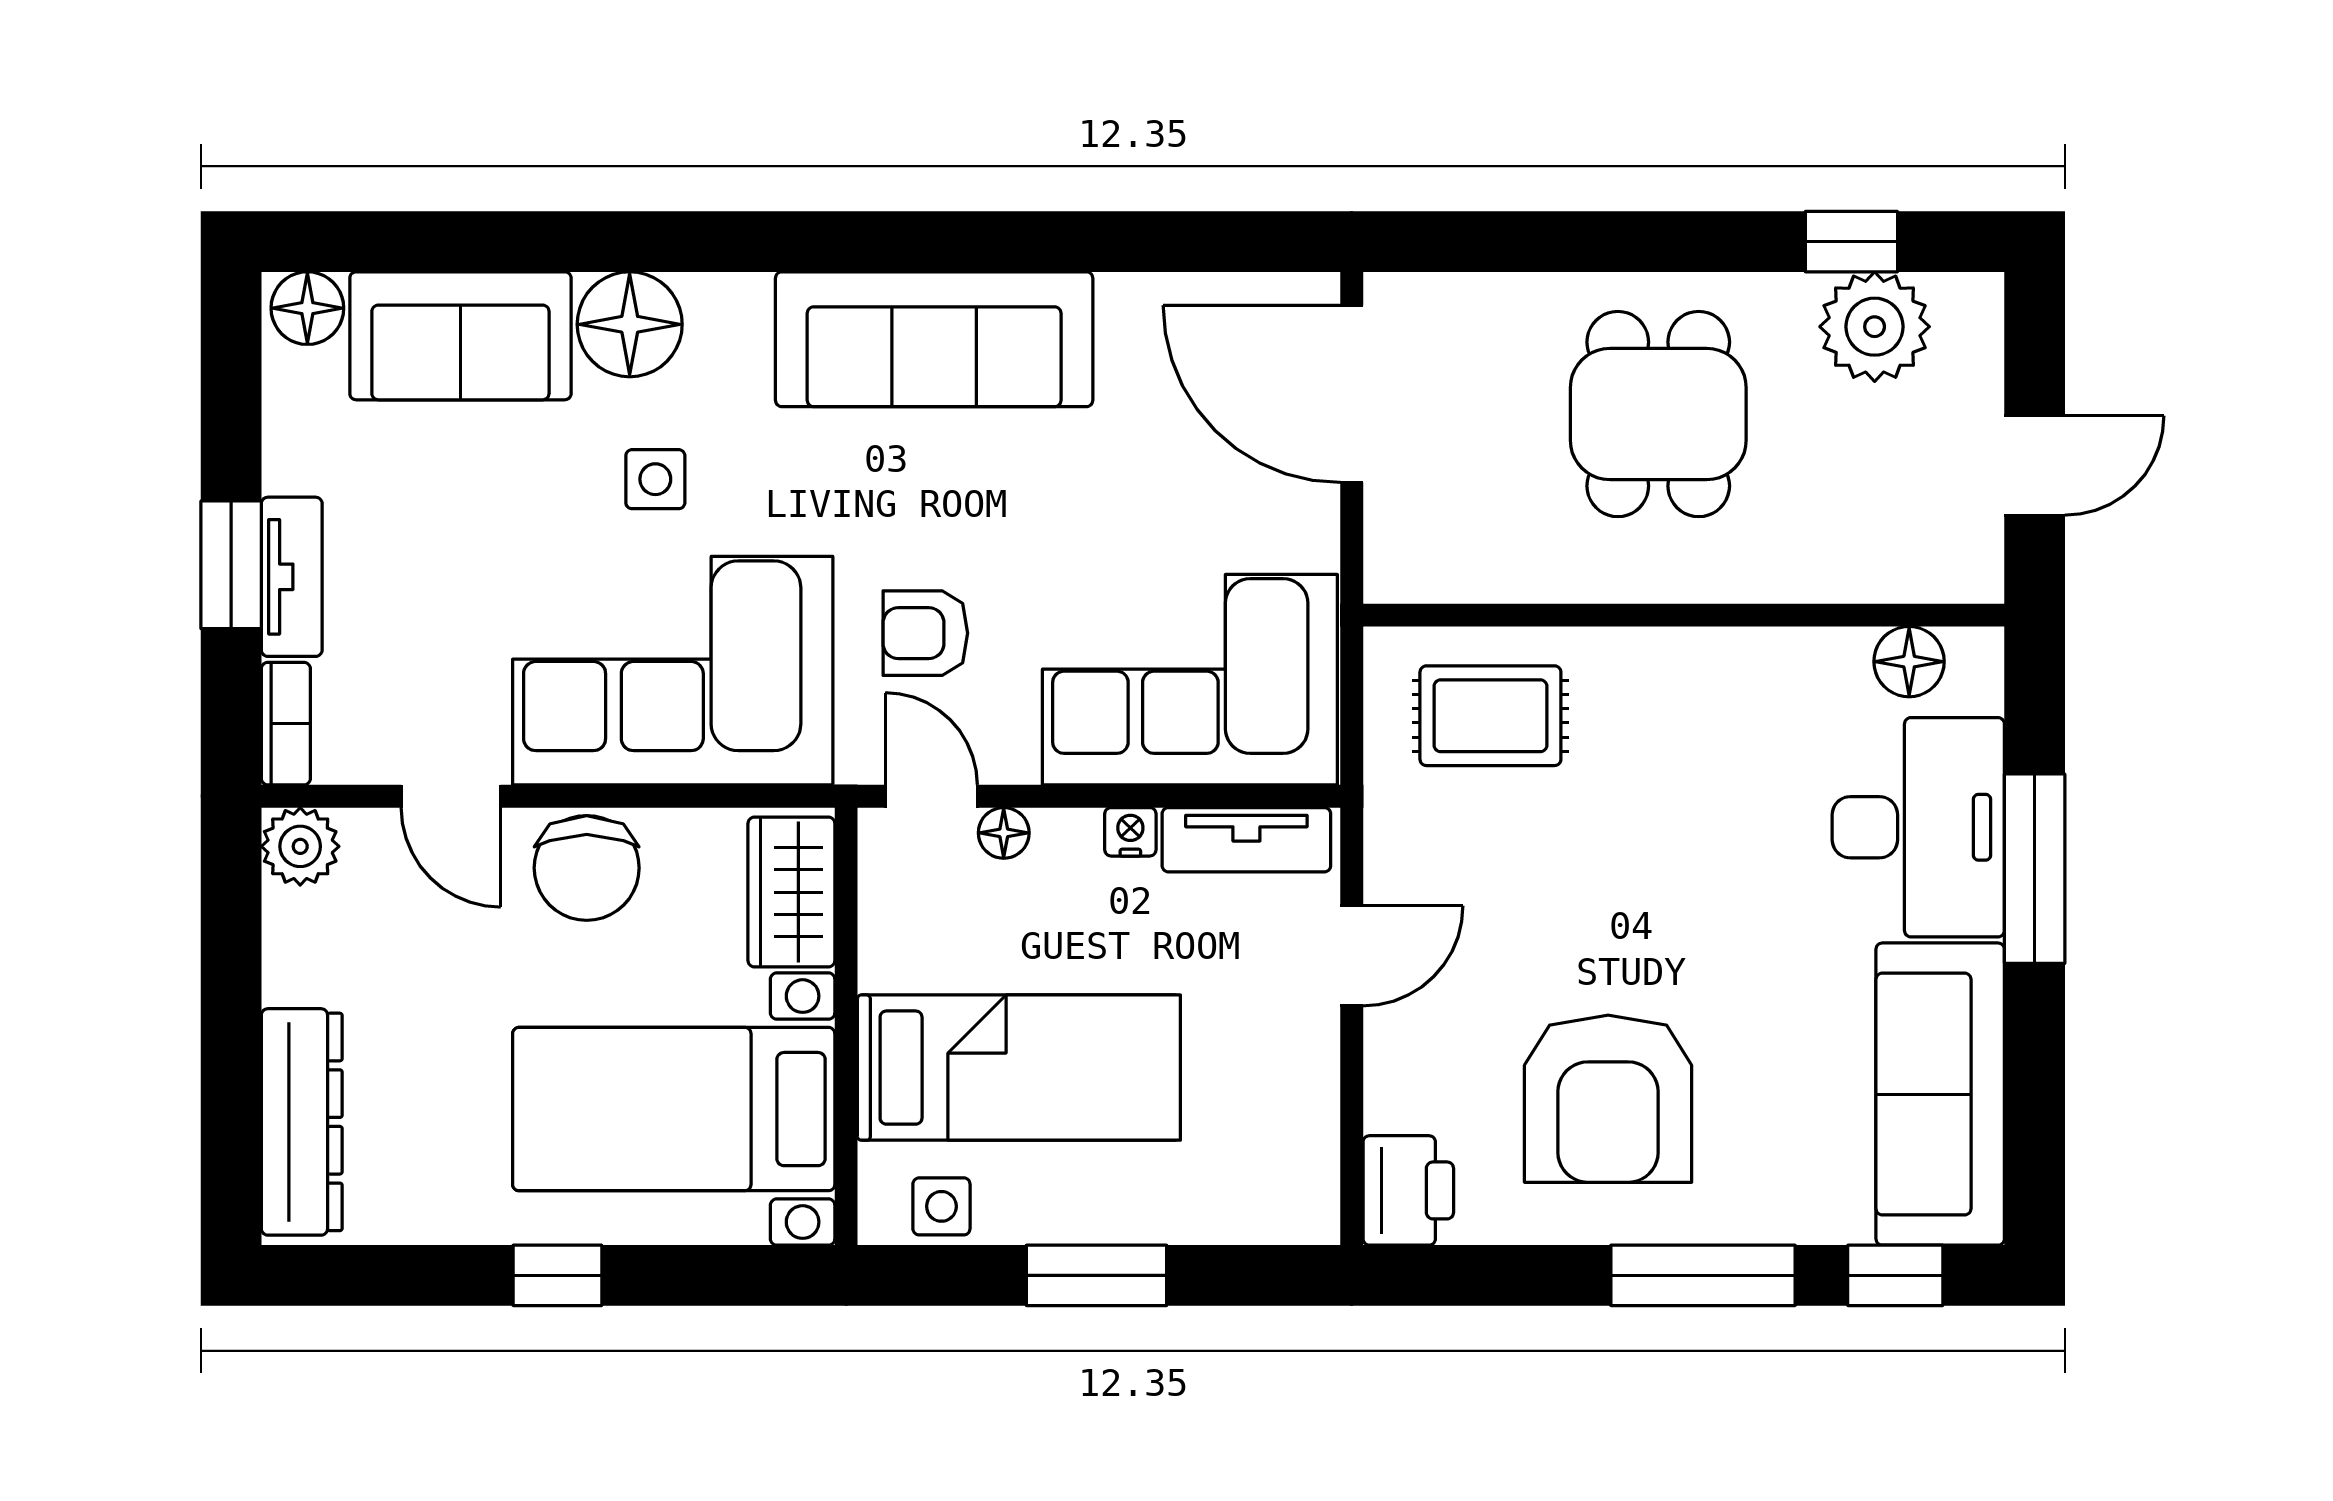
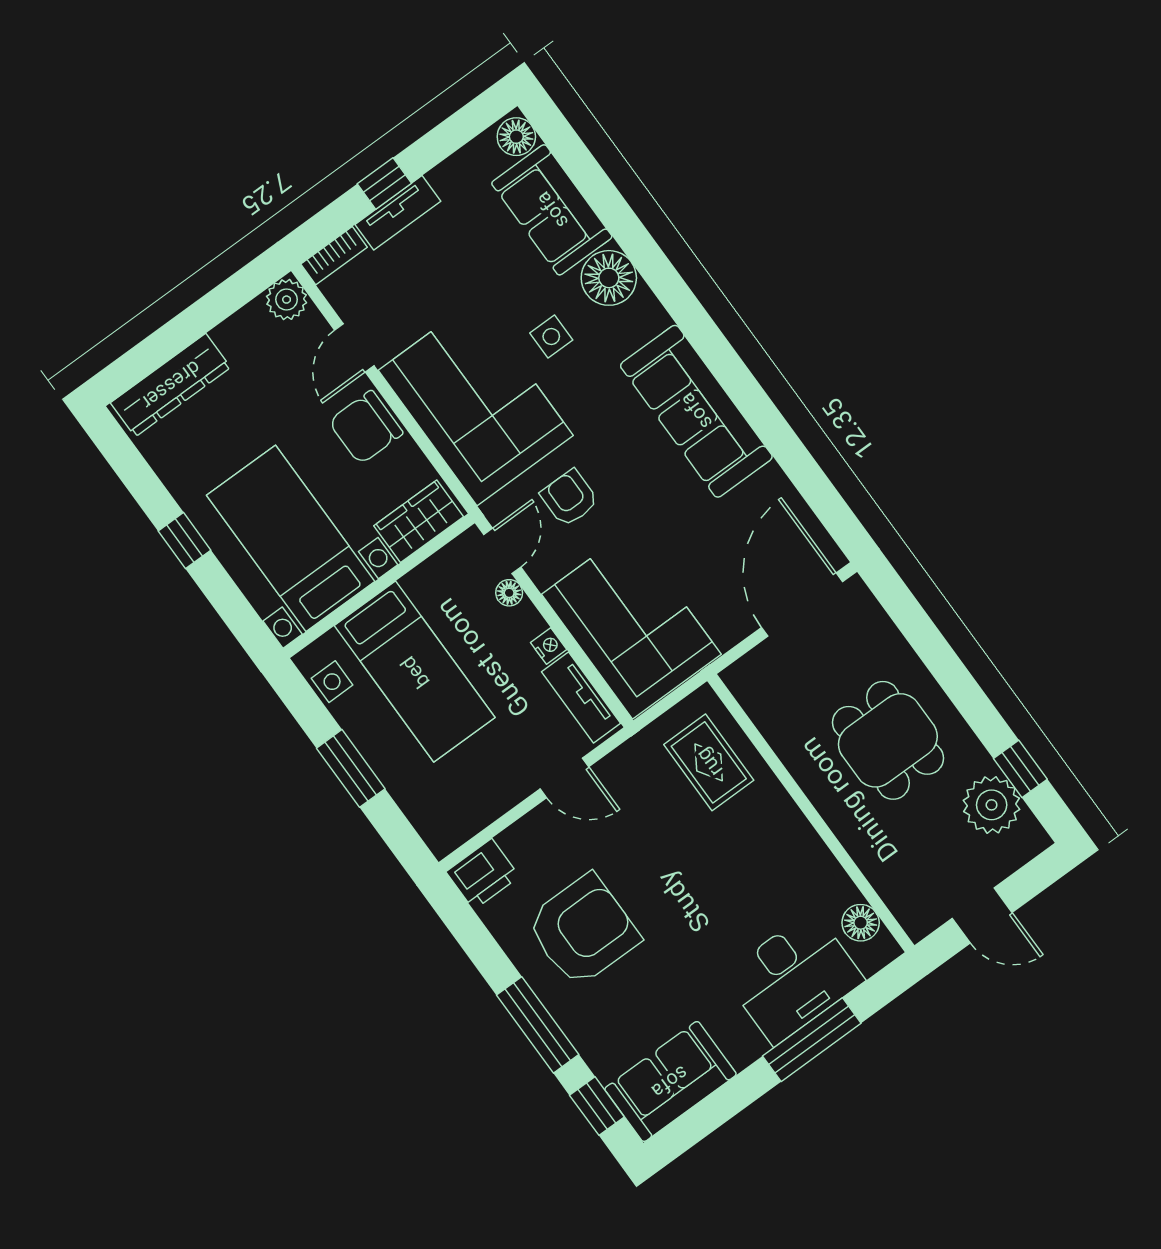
dining table: (1658, 414) -> (888, 740), turned 90
window: (231, 565) -> (384, 184), width x0.67
sofa: (1940, 1094) -> (670, 1082), width x0.73
armchair: (1608, 1099) -> (583, 930), turned 180

